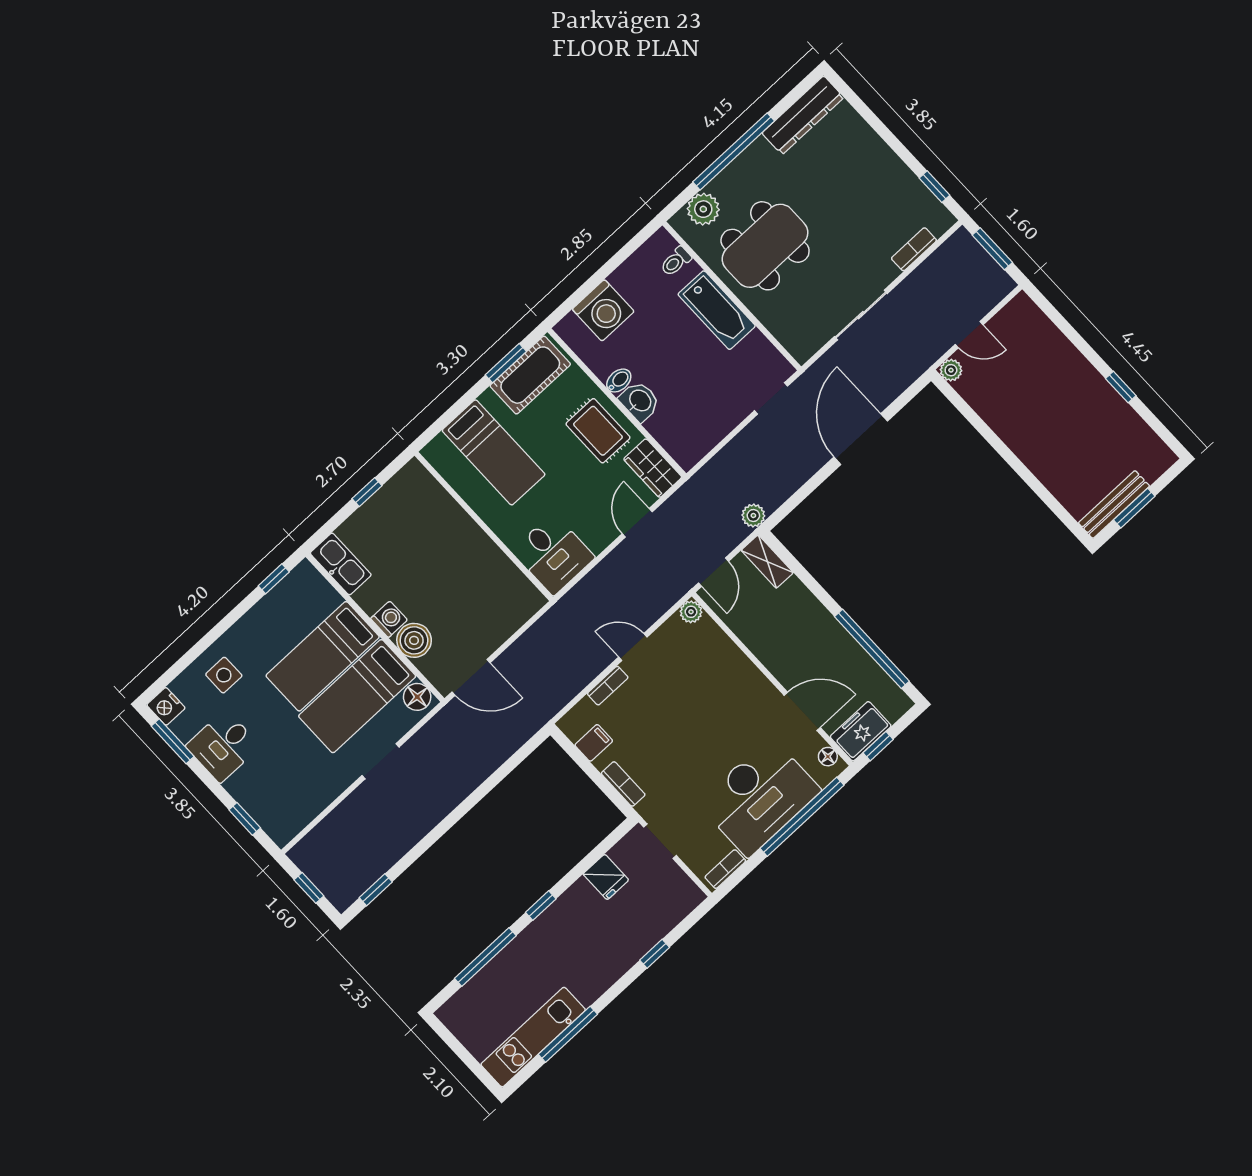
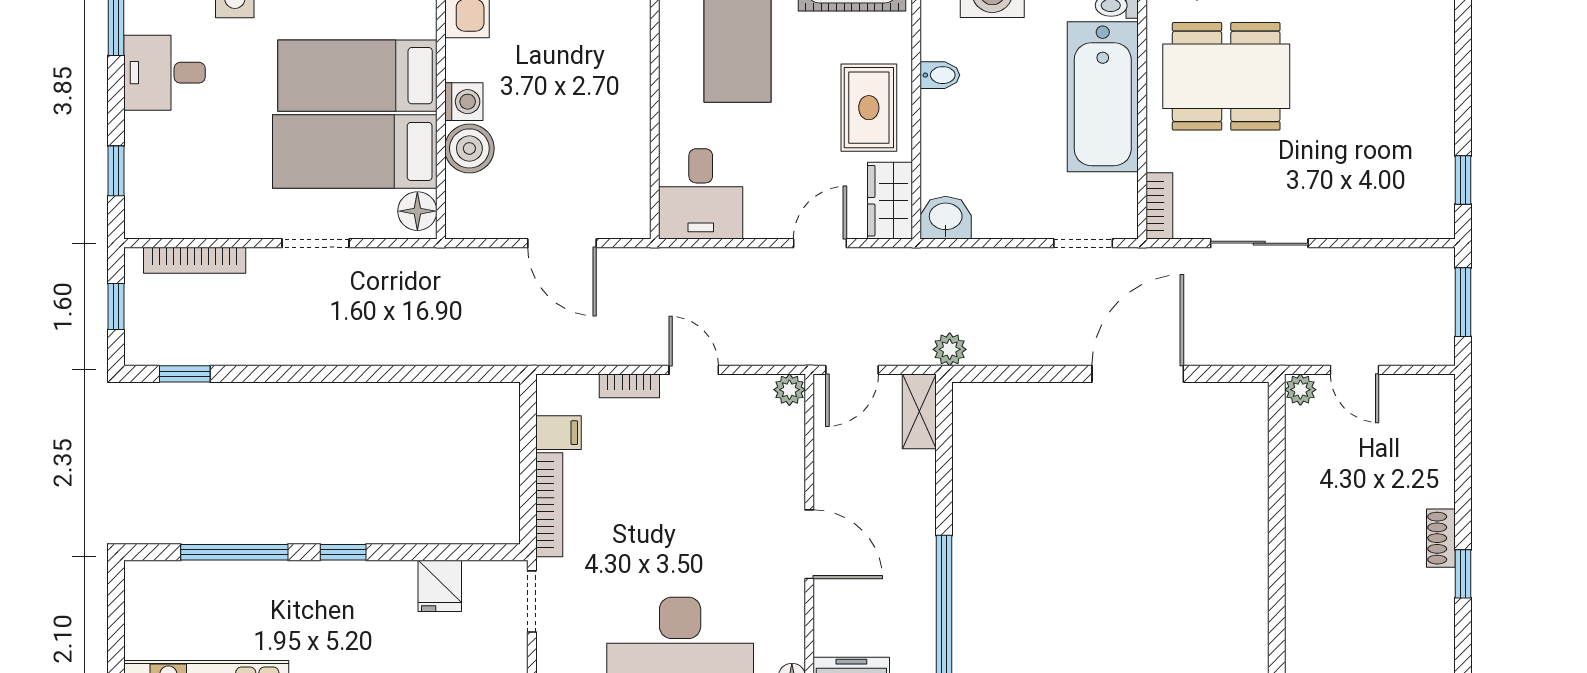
bookcase: (914, 249) -> (1159, 206), moved, turned 90
bathtub: (717, 310) -> (1103, 97), width x1.36, depth x1.36
shoe rack: (1093, 379) -> (1441, 538), added
washbasin: (640, 401) -> (946, 218), moved, turned -90
door: (471, 677) -> (562, 243), moved
door: (802, 711) -> (809, 544), moved
bookcase: (623, 784) -> (549, 505), width x1.56
bookcase: (327, 827) -> (195, 260), added

